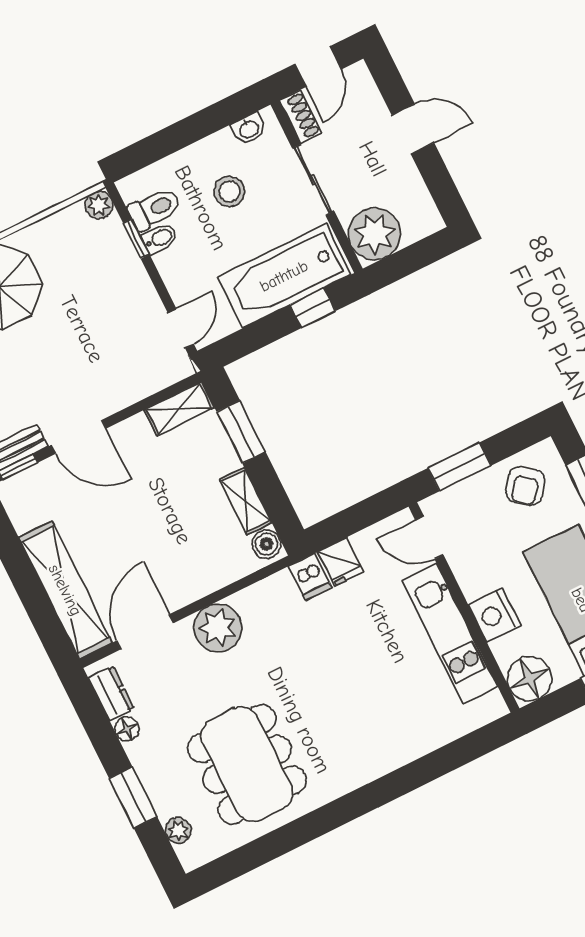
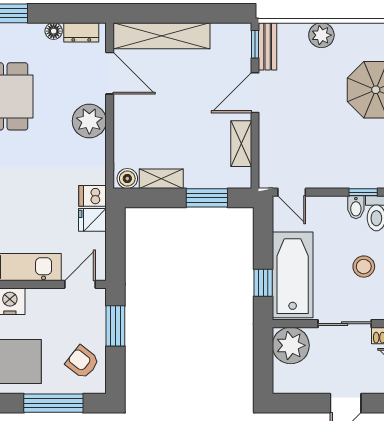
shelving: (179, 409) -> (241, 144), moved

